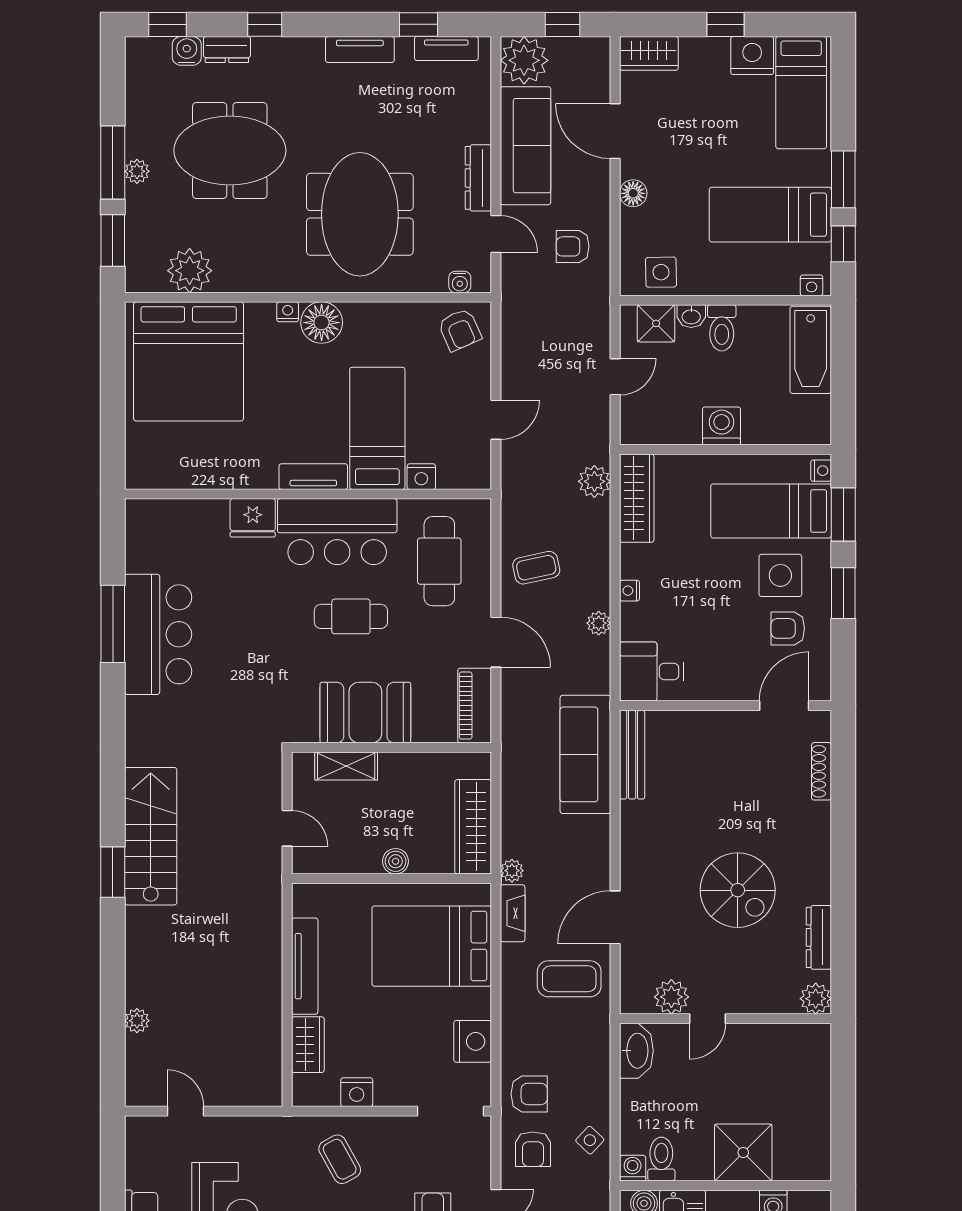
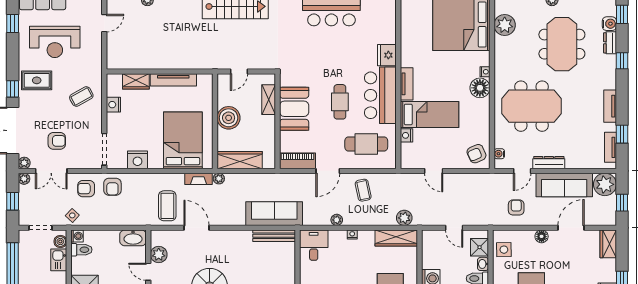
boiler: (396, 861) -> (229, 118), width x1.86, depth x1.86
side table: (590, 1140) -> (72, 215), moved

